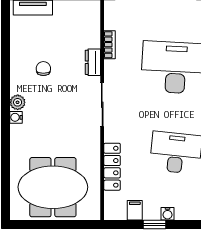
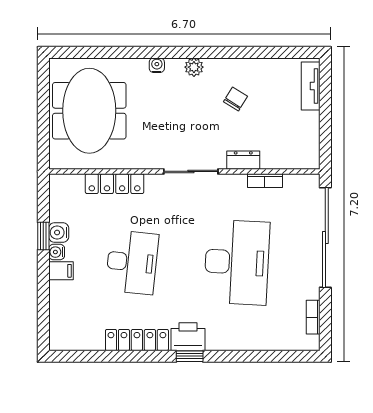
chair: (43, 69) -> (235, 99), turned -58
water cooler: (16, 117) -> (157, 65), moved
filing cabinet: (135, 210) -> (61, 271), moved
water cooler: (152, 212) -> (59, 233), added

